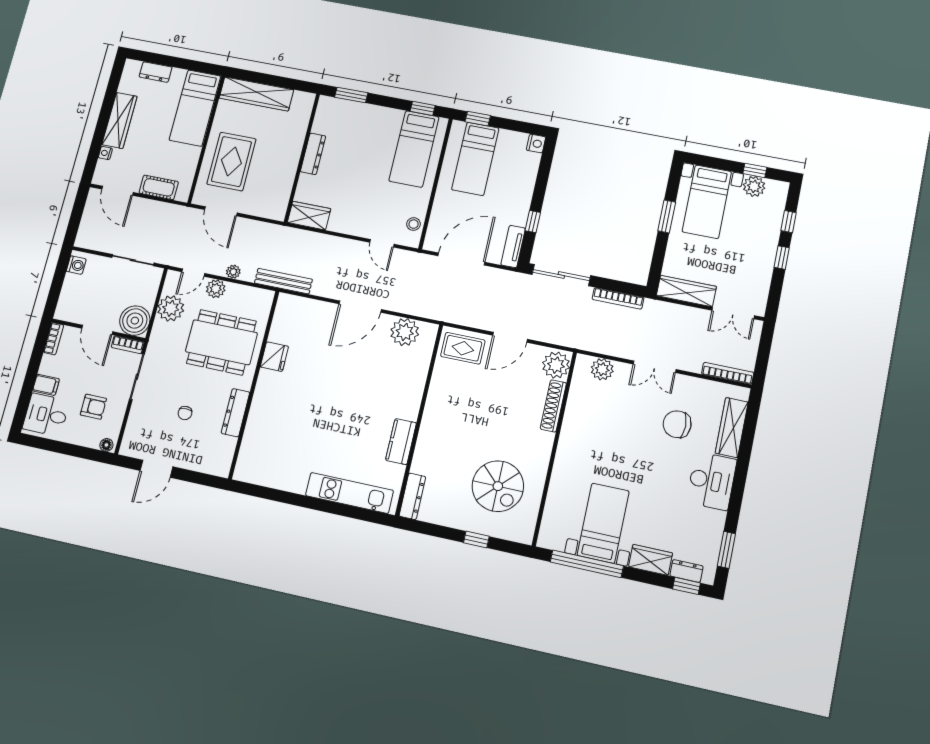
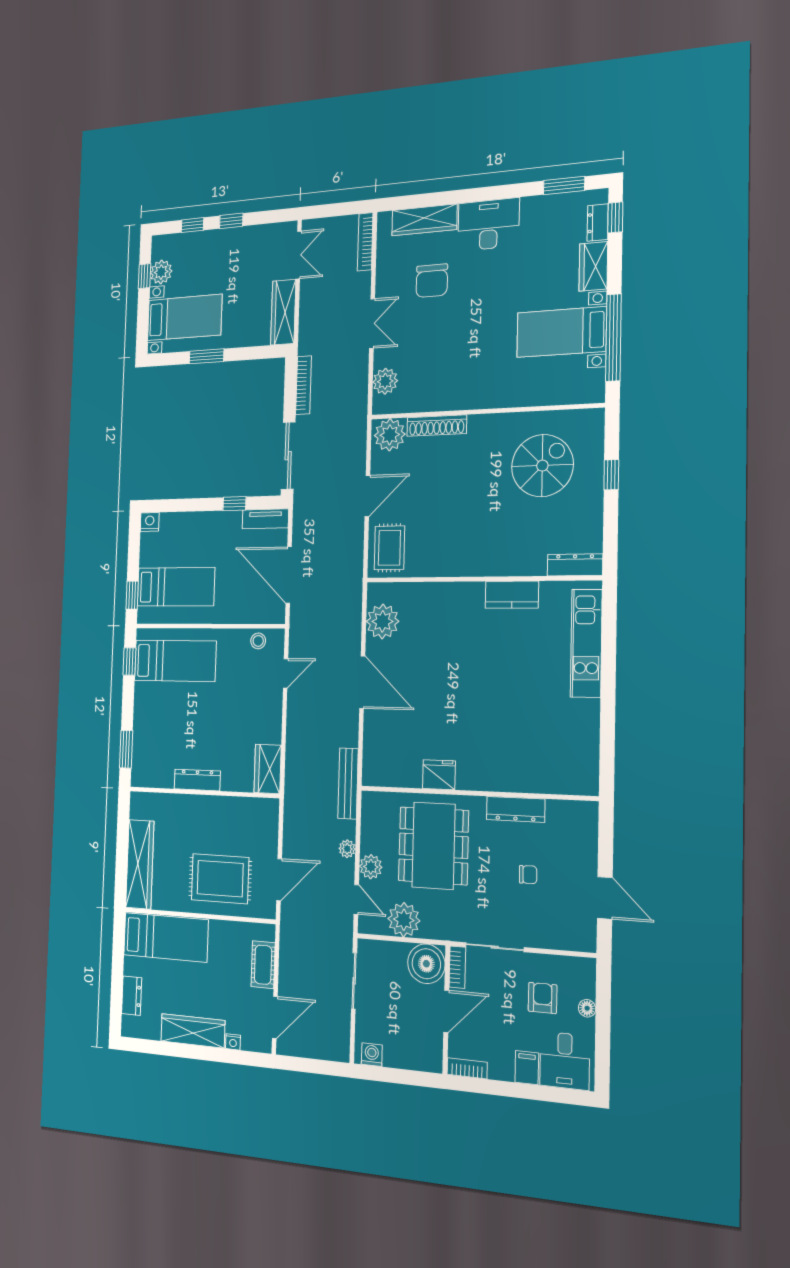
door: (510, 337) -> (367, 496), hinge flipped
floor lamp: (106, 445) -> (587, 1008), moved

